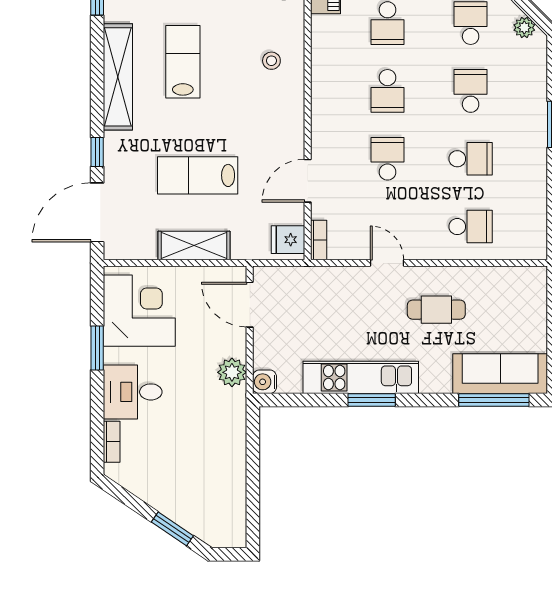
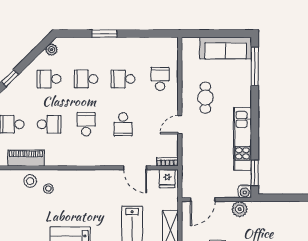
stool: (271, 61) -> (48, 189), moved
school desk: (387, 91) -> (86, 124), turned -90
school desk: (387, 159) -> (123, 124), turned -90
school desk: (471, 159) -> (123, 79), turned -90
sofa: (500, 374) -> (226, 48), moved, turned -90
window: (372, 400) -> (255, 173), moved

